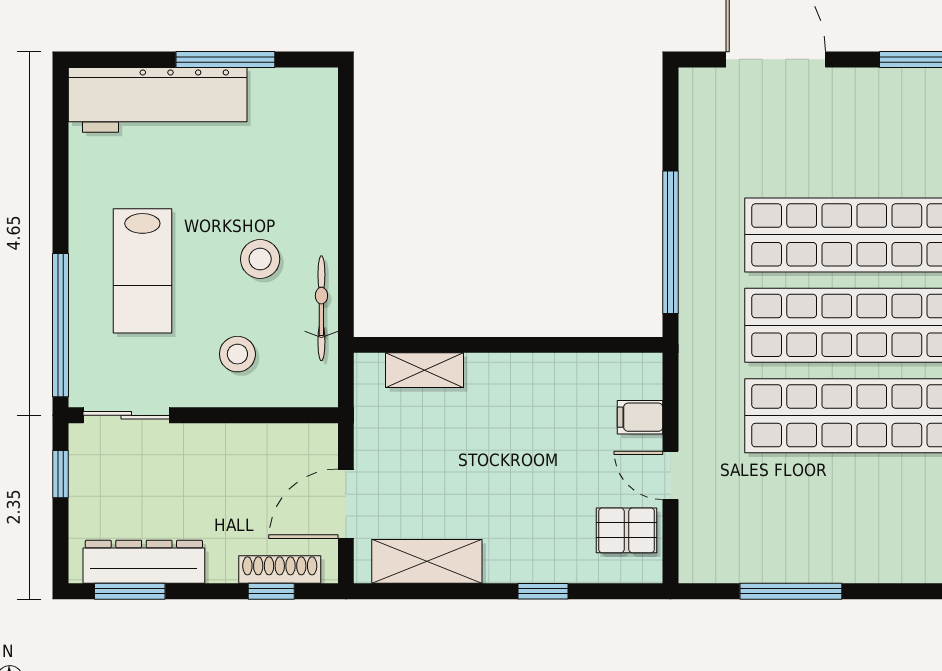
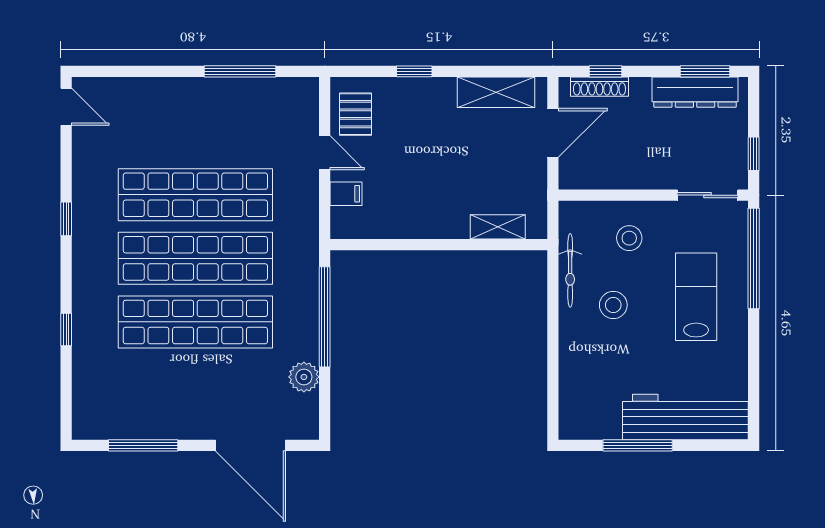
plant: (700, 157) -> (304, 377), added
pallet: (627, 530) -> (356, 114), turned 90

